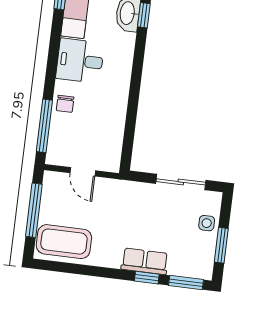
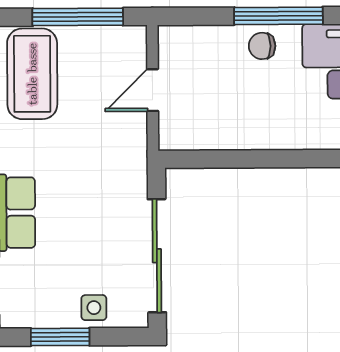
window: (44, 126) -> (278, 16), moved
sliding door: (181, 182) -> (157, 256), width x1.37

